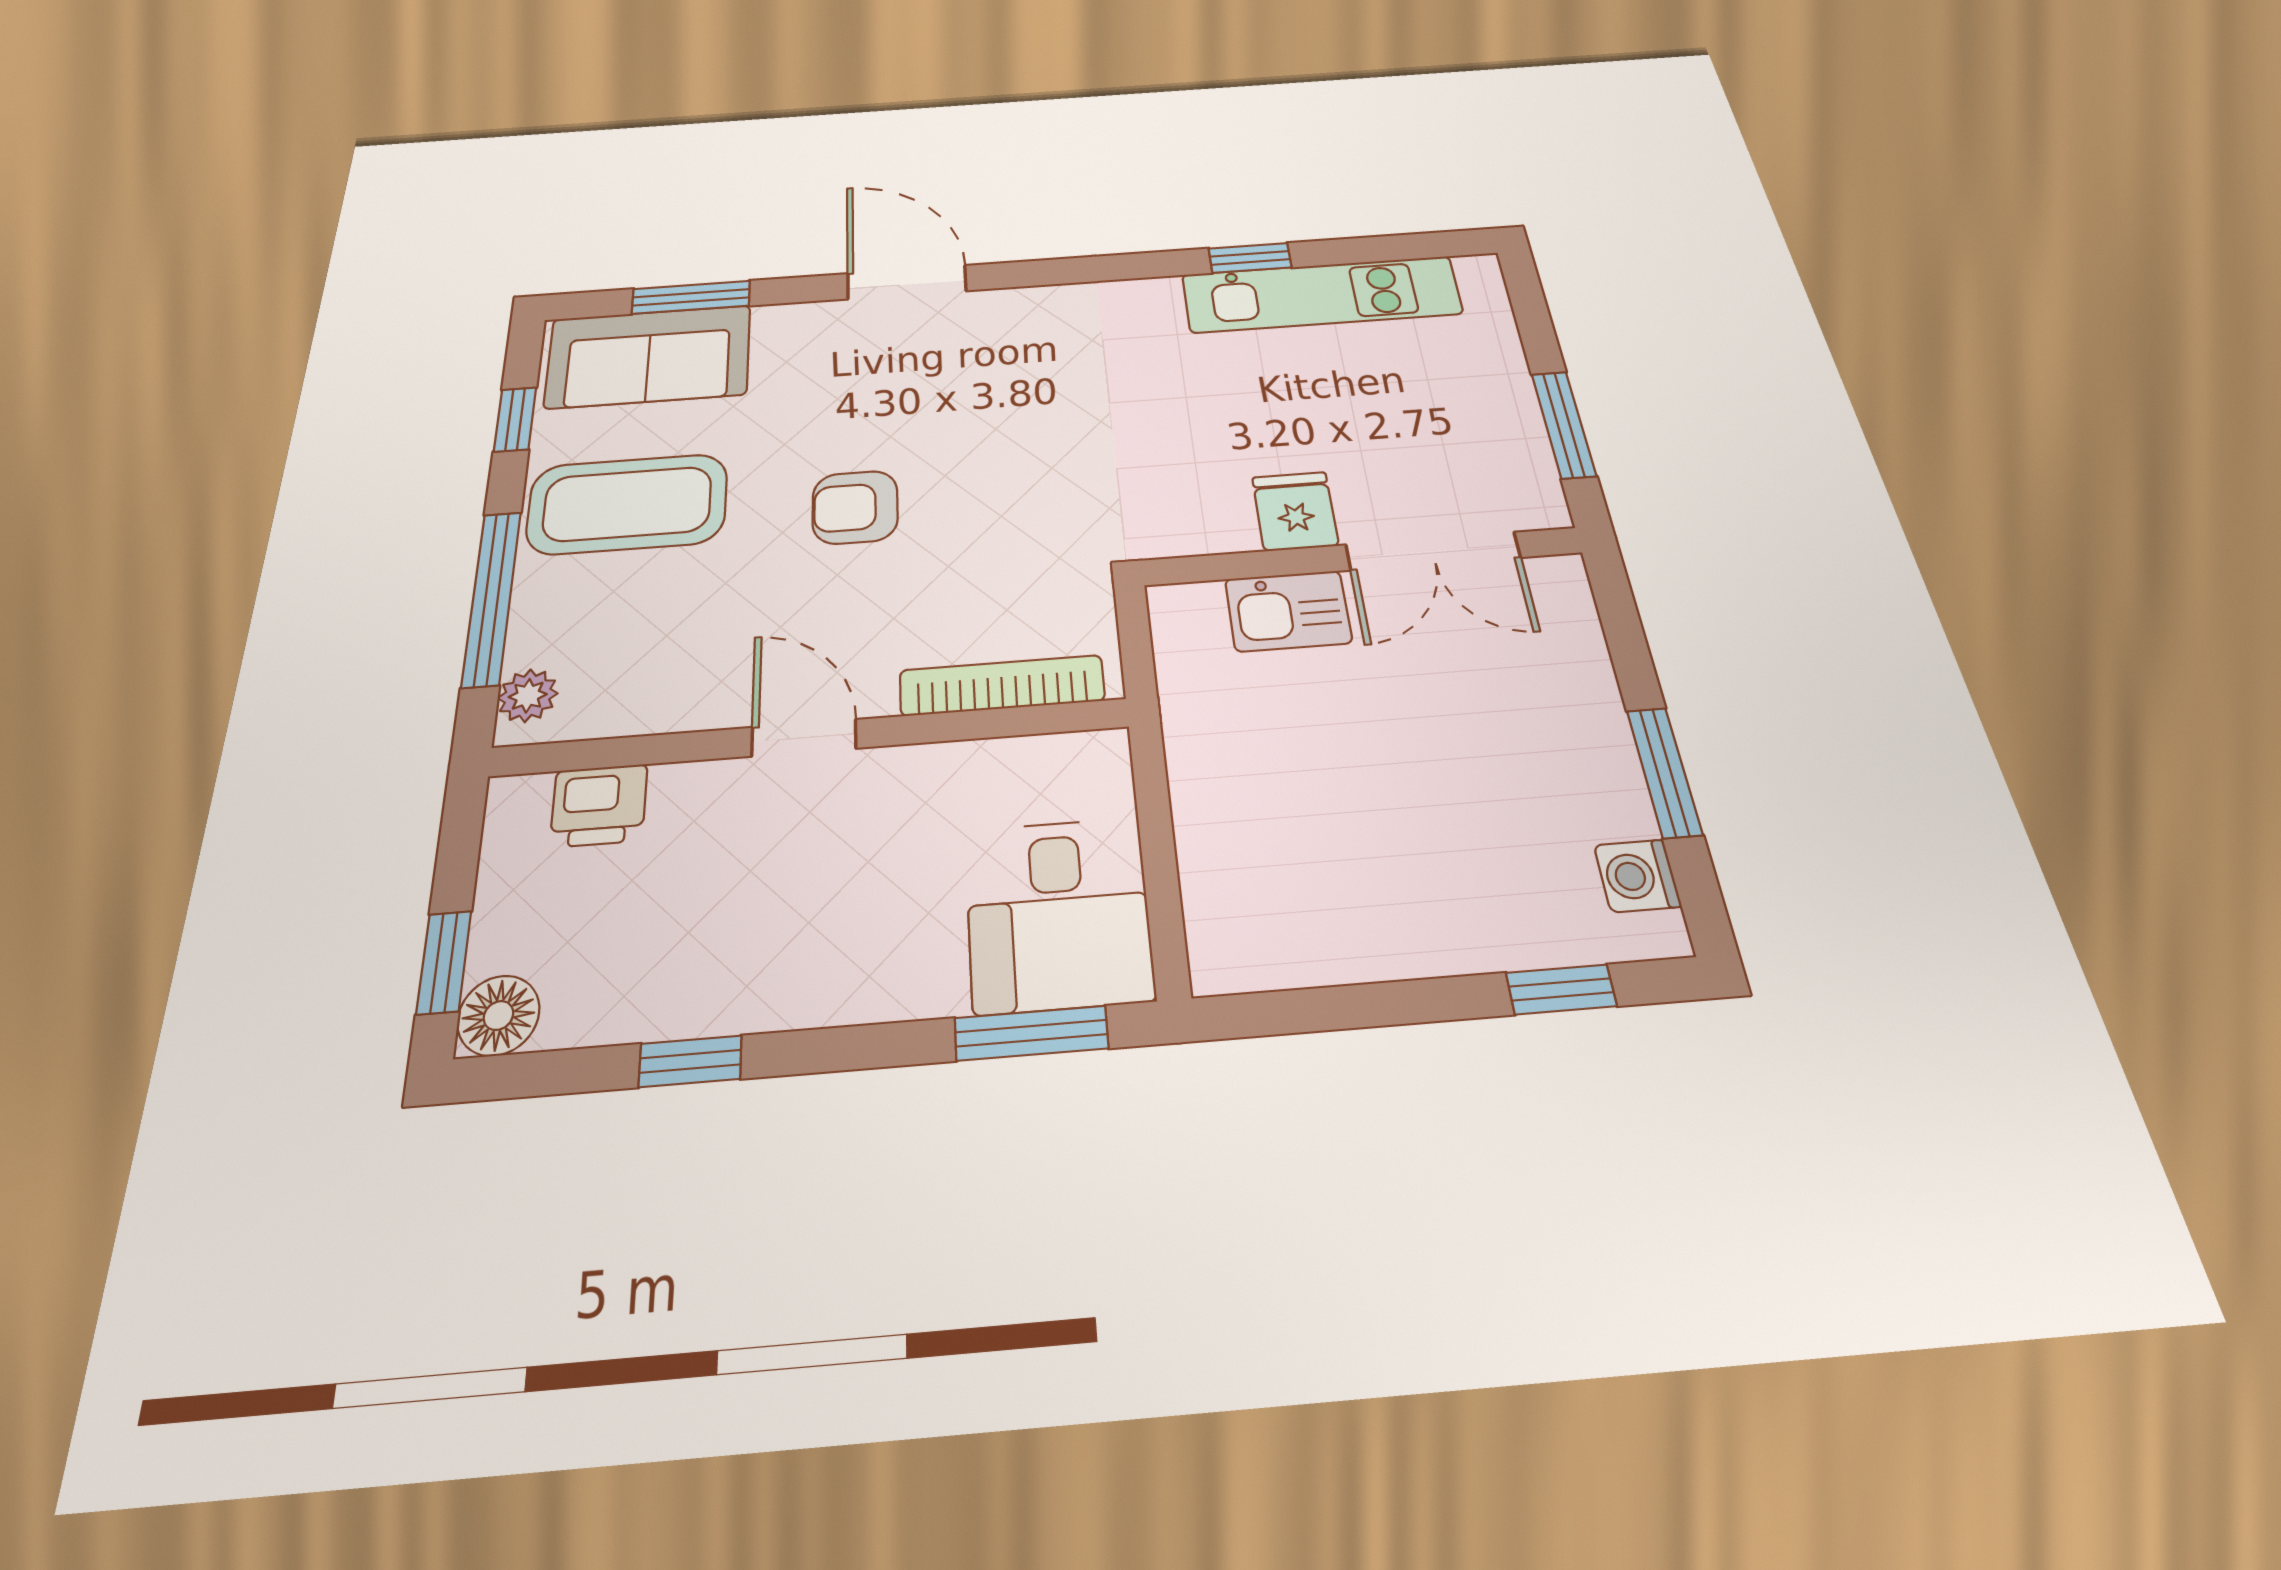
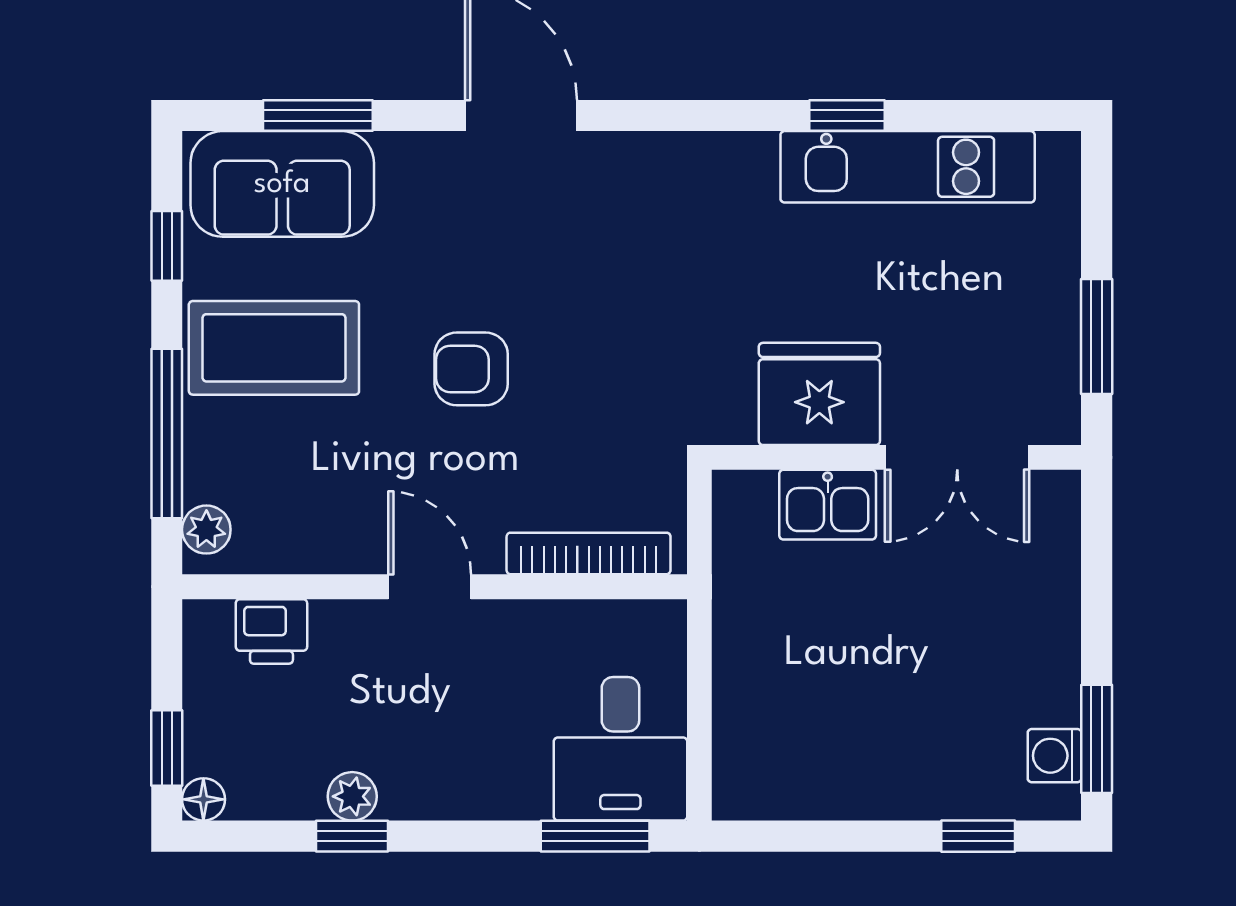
fridge: (1295, 511) -> (819, 394), width x1.88, depth x1.34
window: (1664, 772) -> (1097, 739), moved
plant: (693, 1006) -> (352, 796), added
floor lamp: (498, 1016) -> (203, 799), width x0.73, depth x0.73

